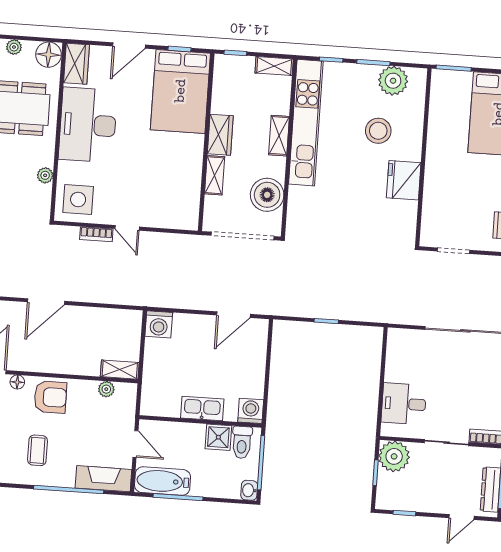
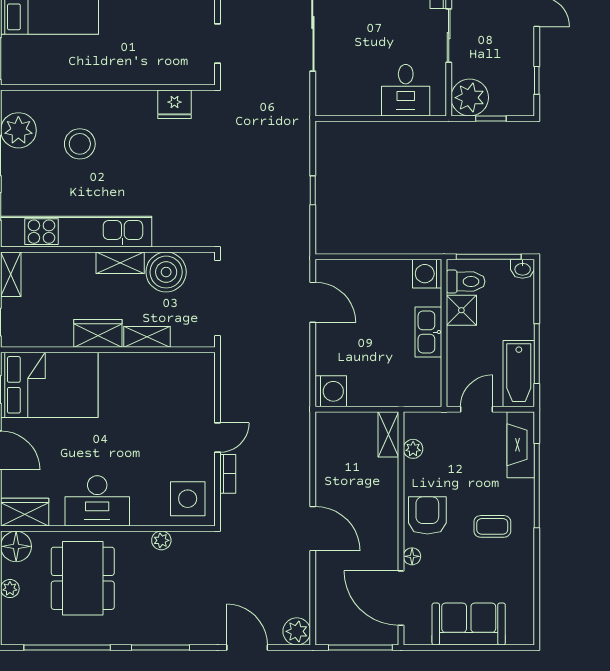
desk: (88, 125) -> (97, 501), width x0.73, depth x0.77
shelving: (279, 136) -> (120, 263), moved
fridge: (404, 180) -> (174, 104), moved, width x0.73, depth x0.75

